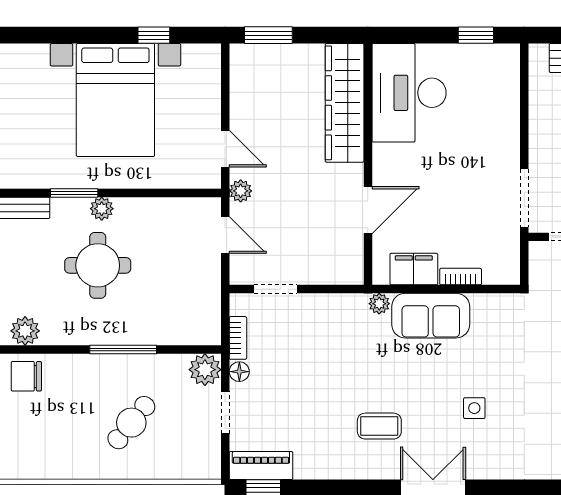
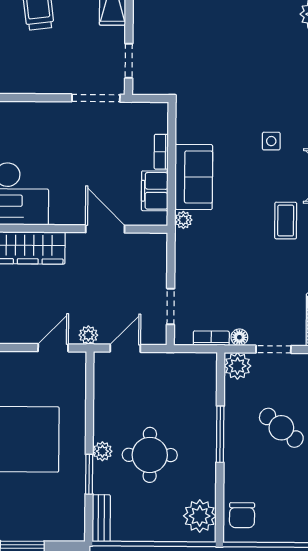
plant: (25, 331) -> (200, 516), width x1.36, depth x1.36

